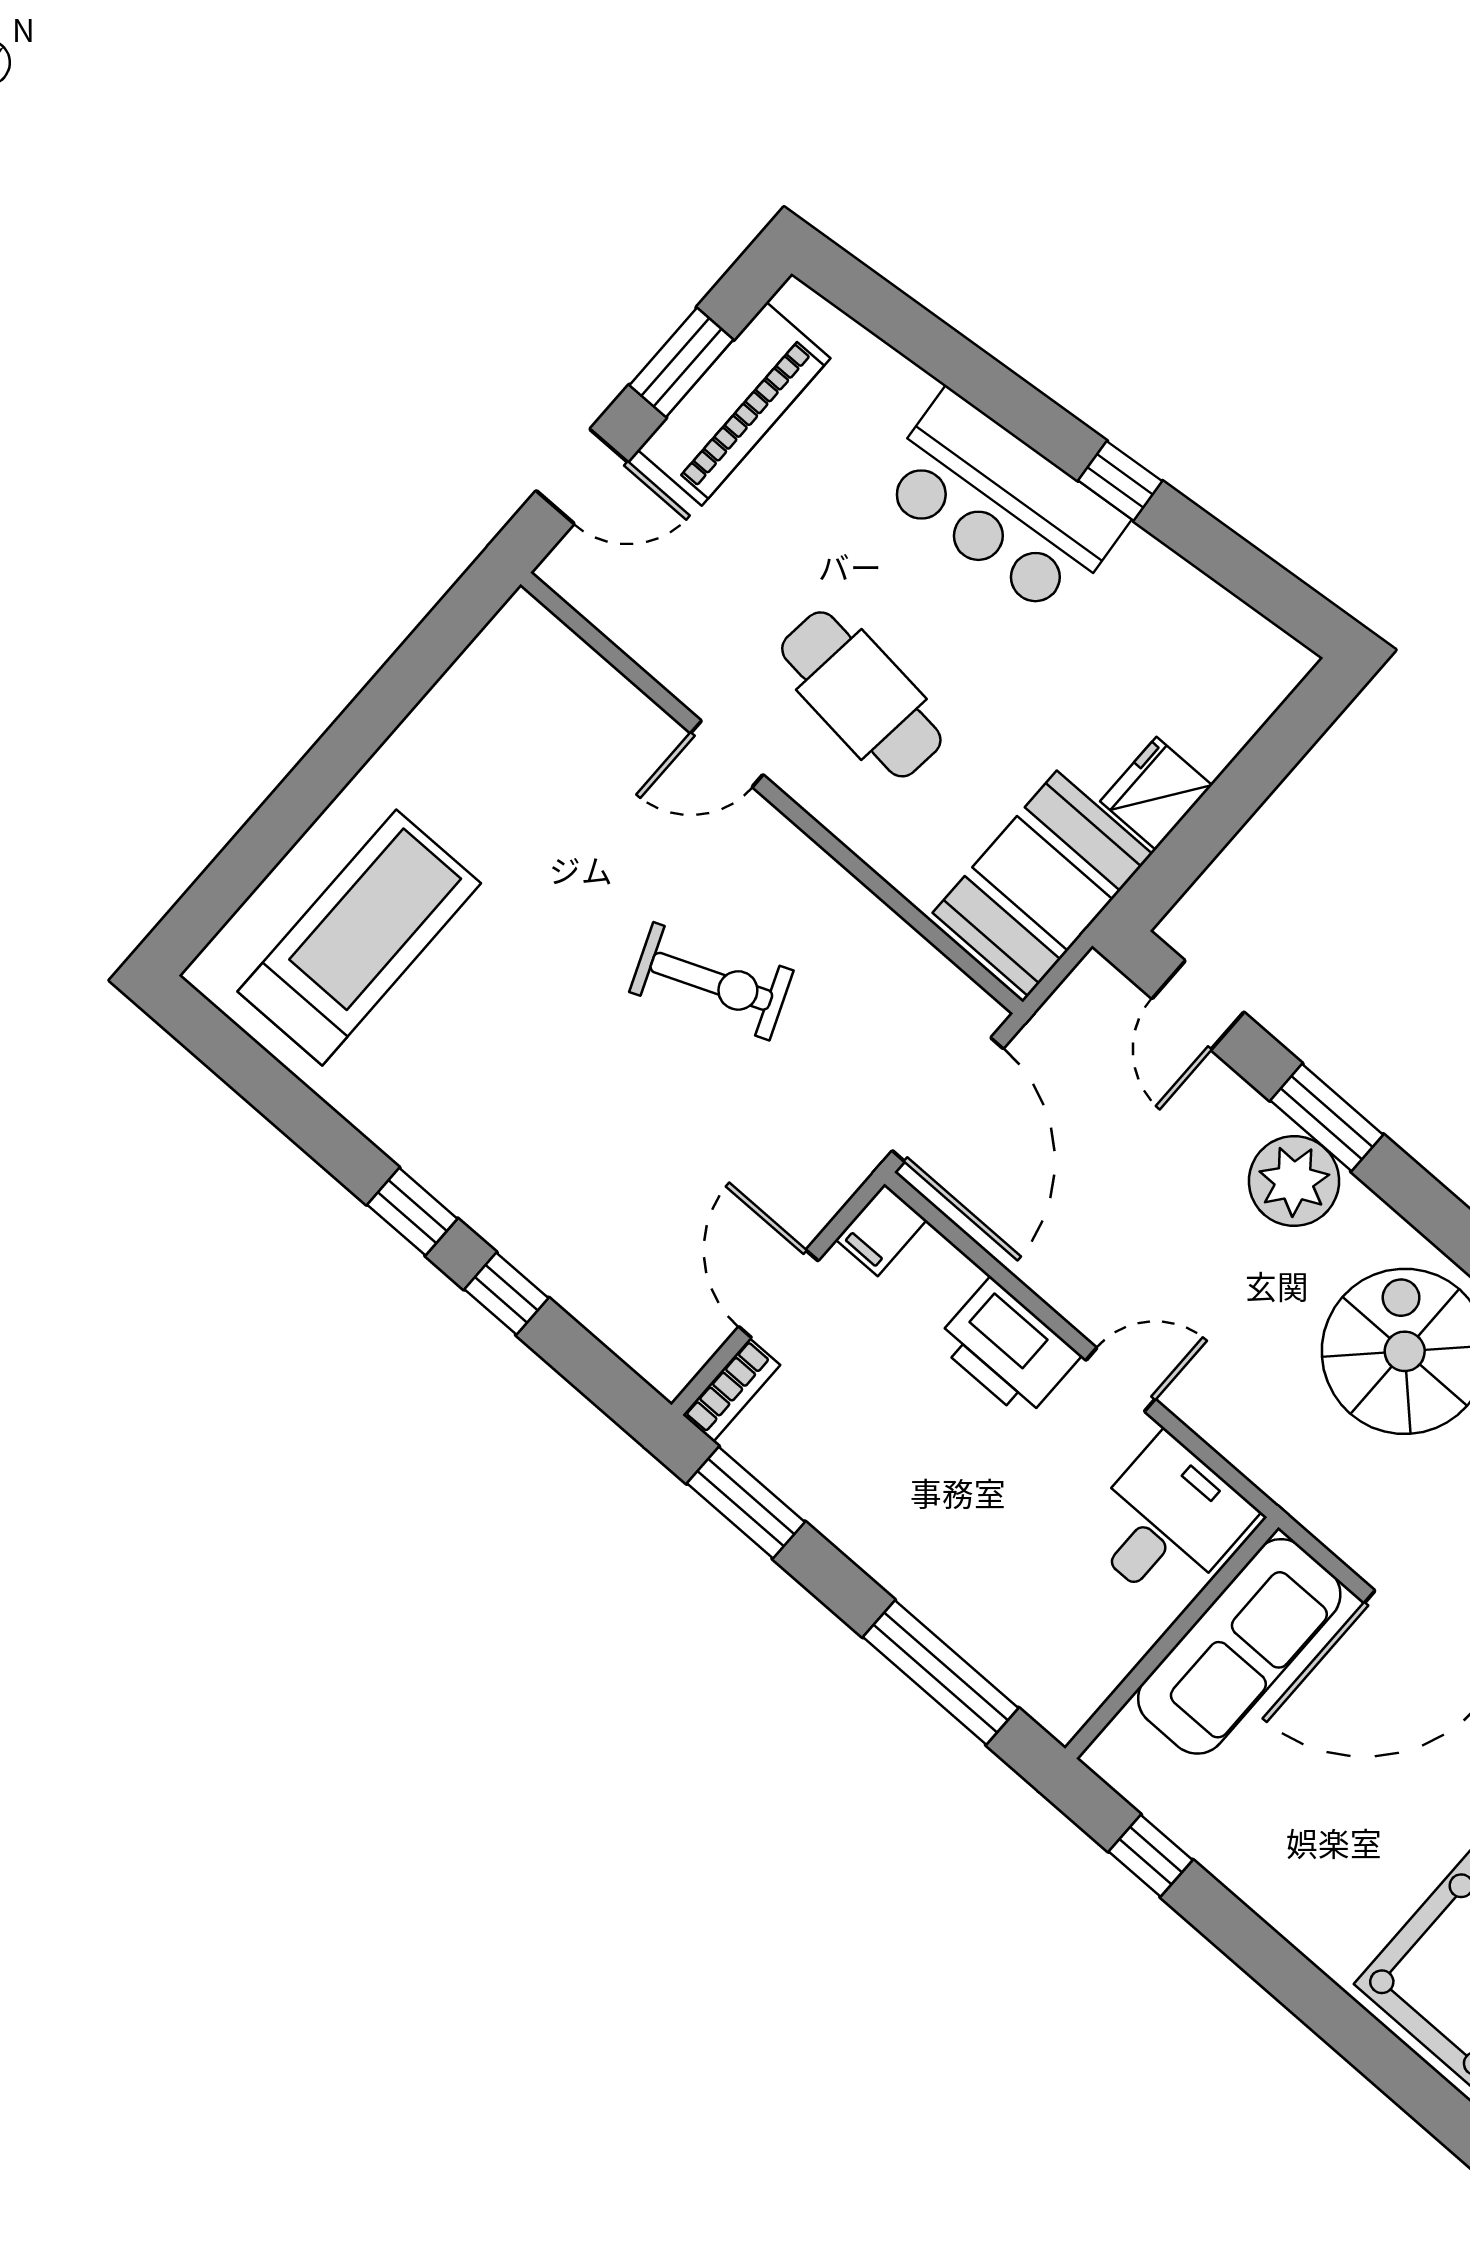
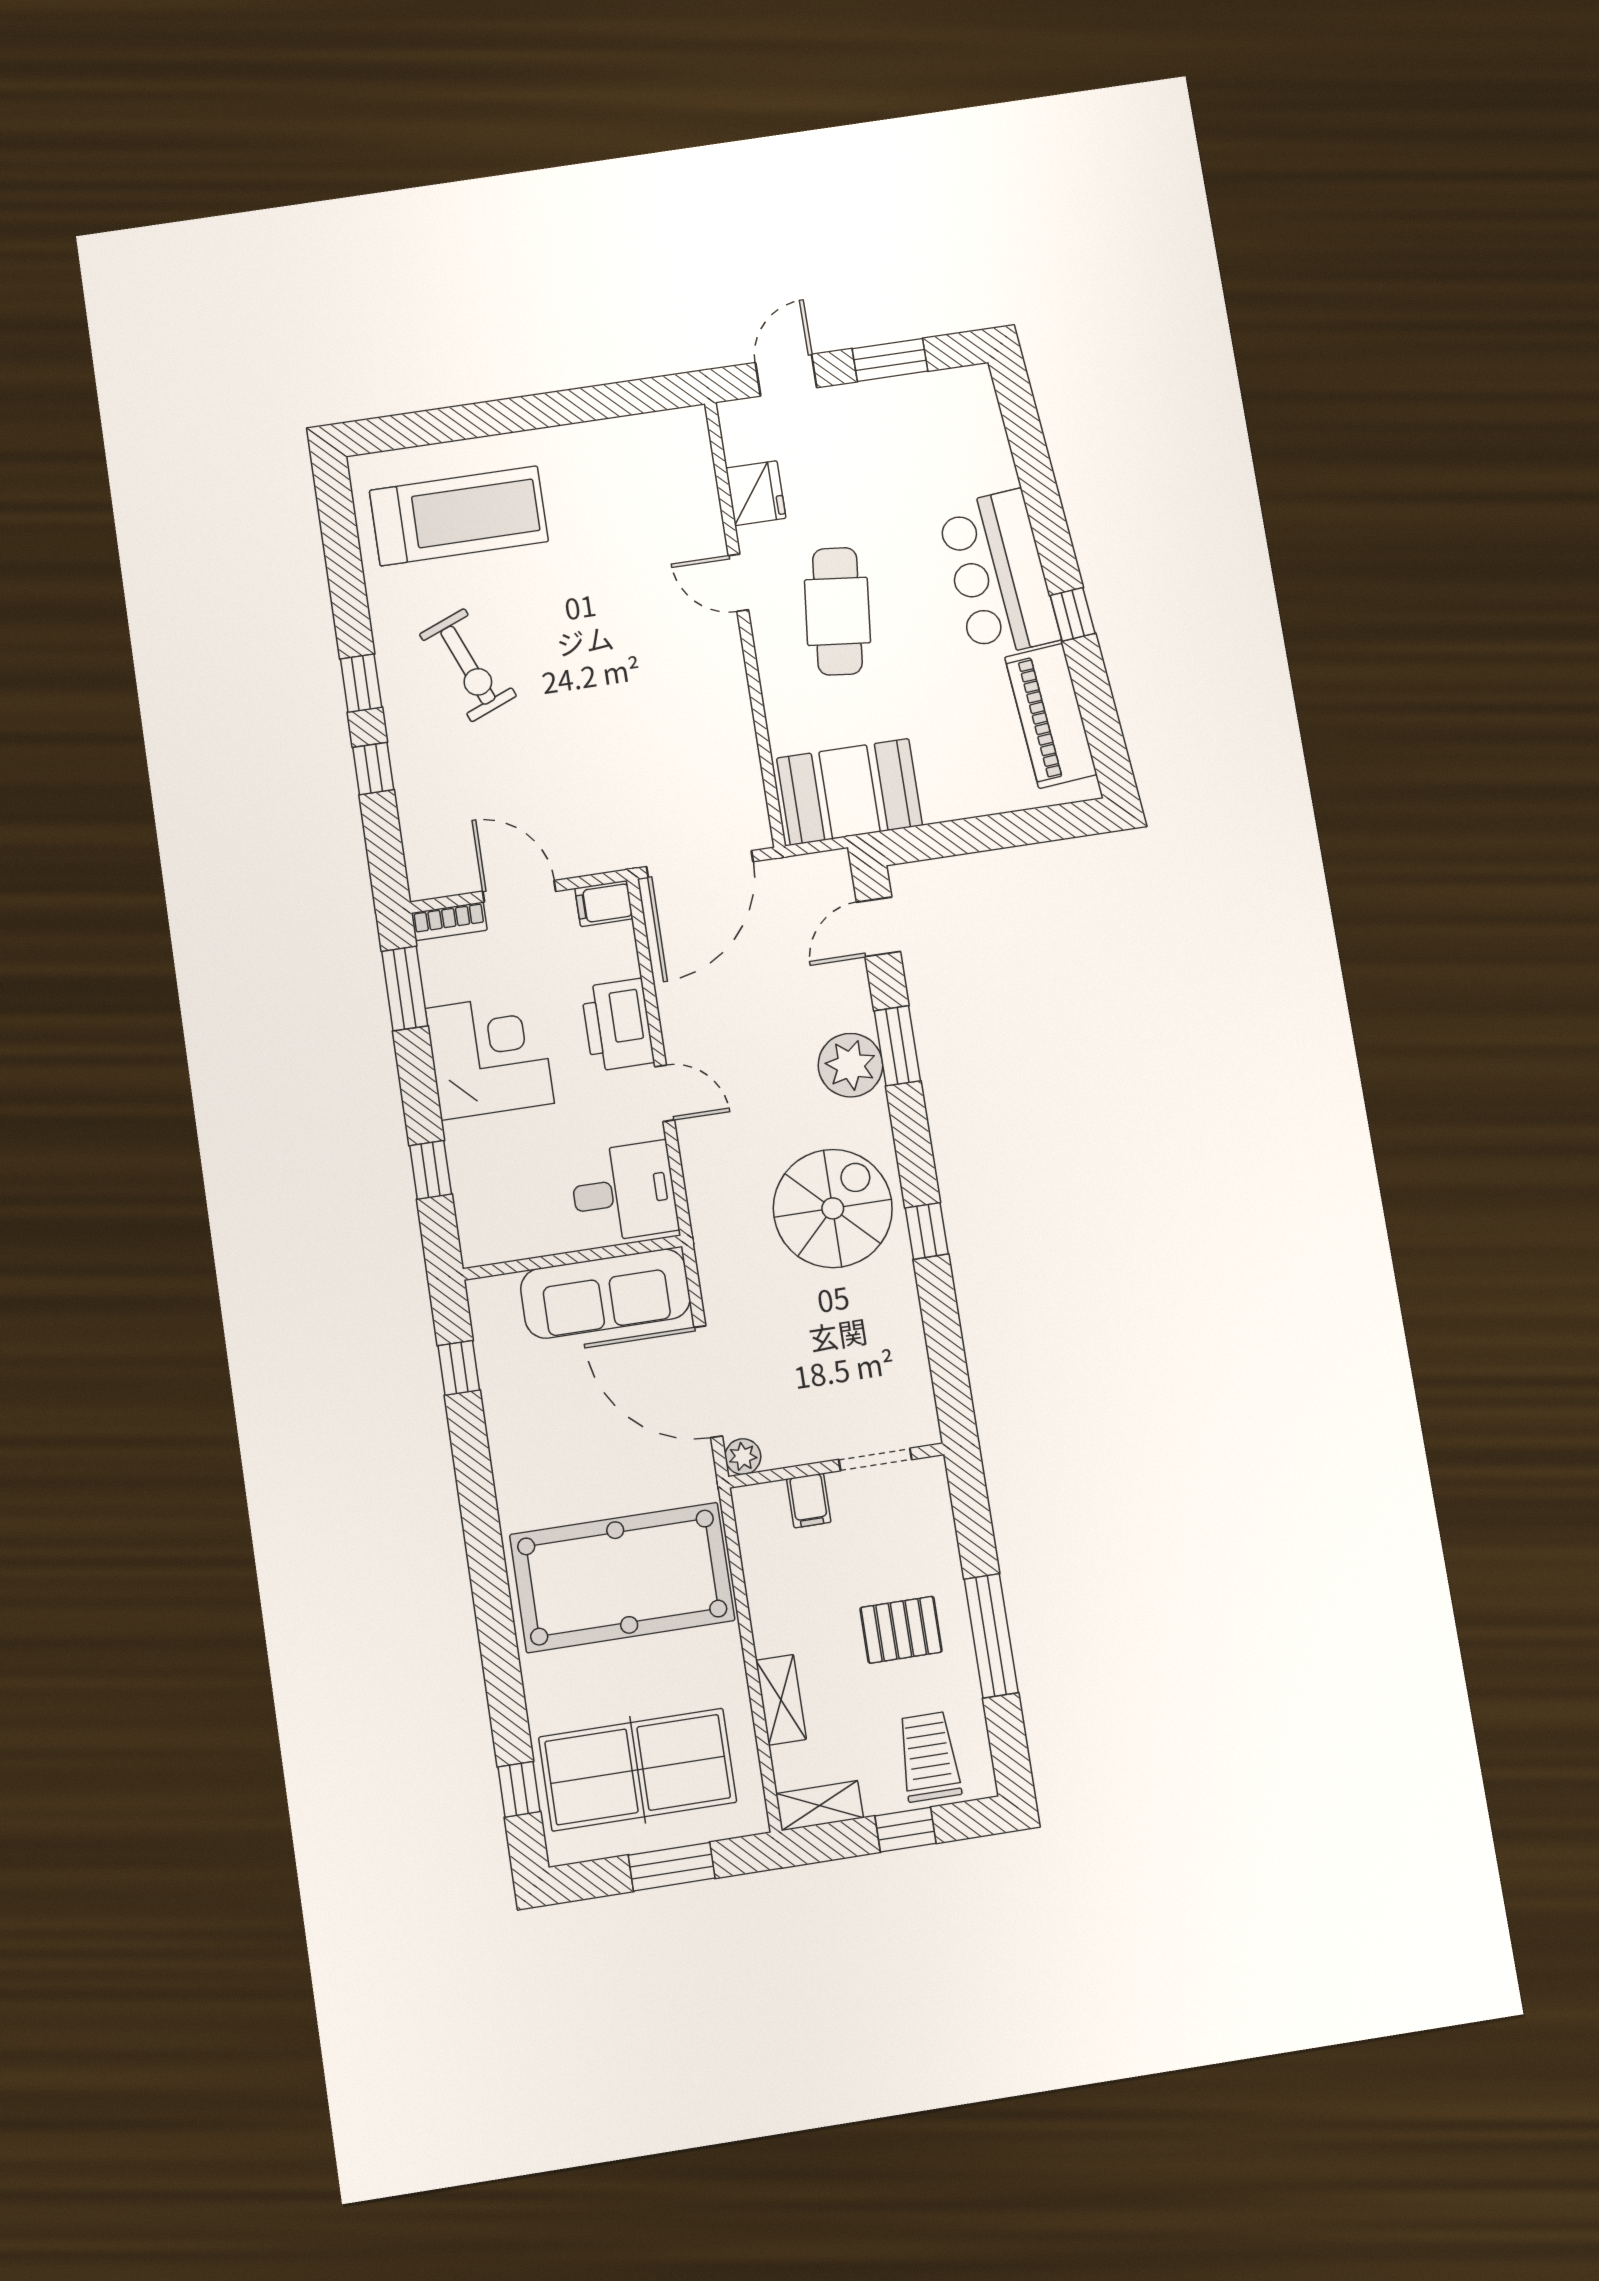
piano: (734, 404) -> (1051, 716), moved, turned 85
door: (582, 476) -> (786, 375), swing flipped
fridge: (1156, 793) -> (756, 493), moved, turned 90
exercise bike: (711, 981) -> (468, 665), moved
door: (779, 1294) -> (519, 891), hinge flipped
corner desk: (899, 1498) -> (490, 1056), added
window: (941, 1672) -> (431, 1170), width x0.46

